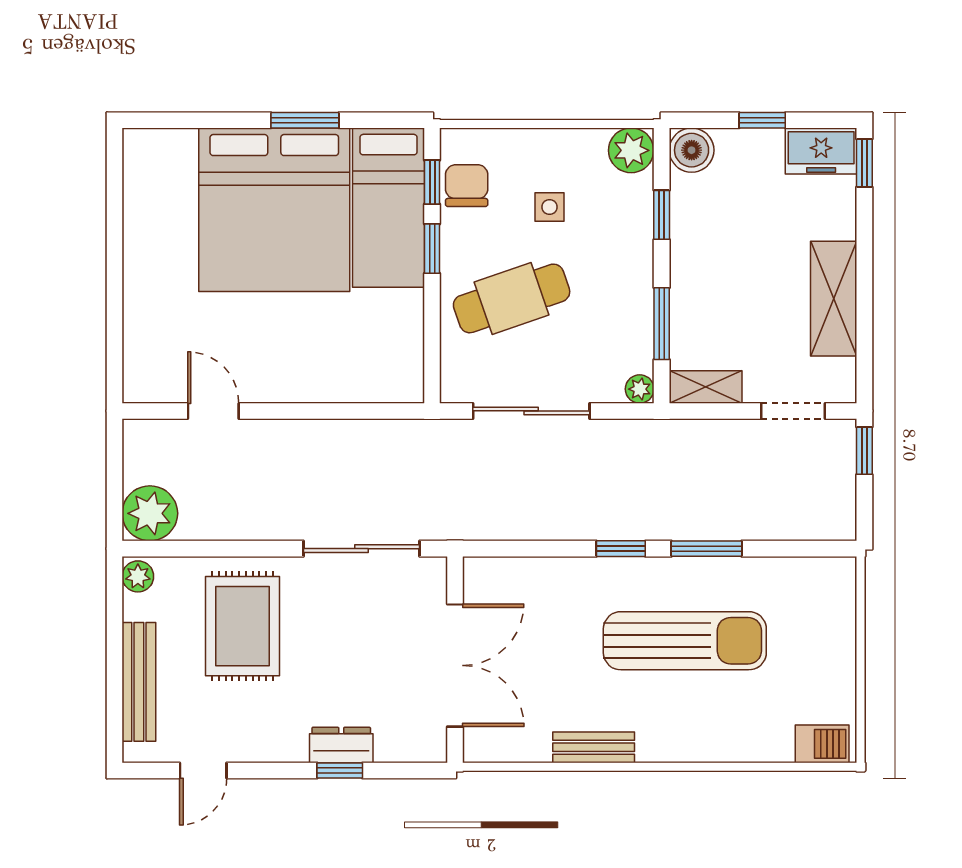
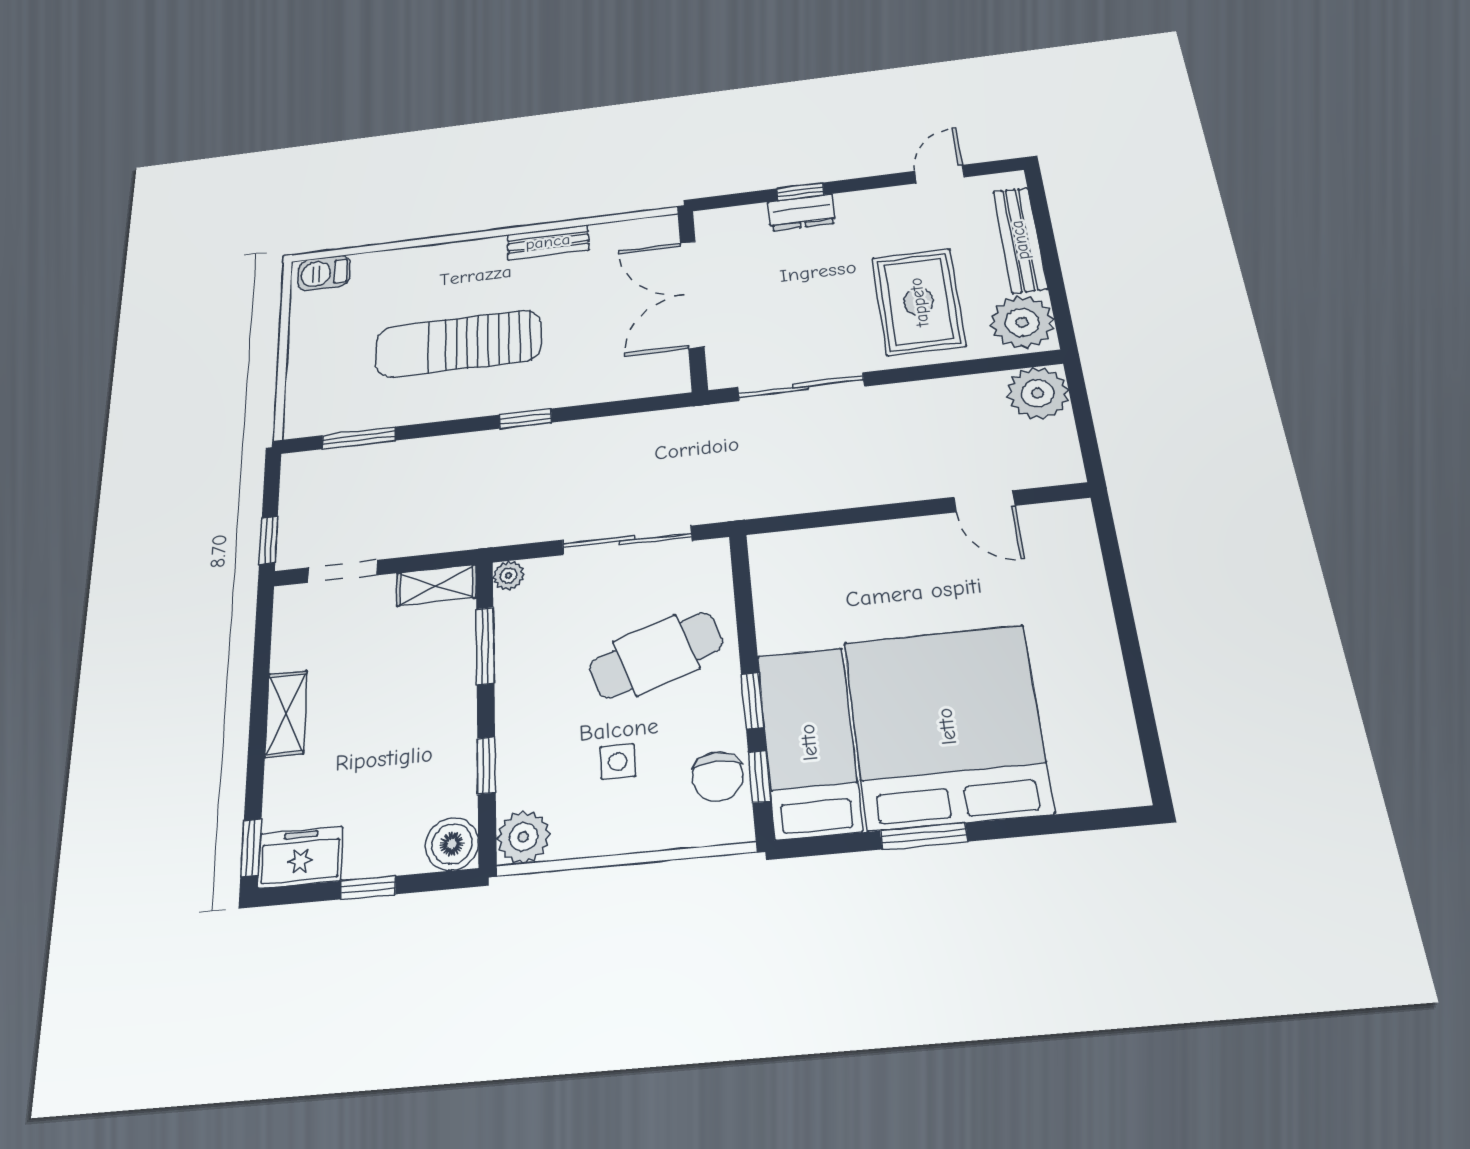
shelving: (834, 299) -> (286, 714), width x0.67, depth x0.75
window: (707, 549) -> (359, 438), moved
plant: (138, 576) -> (1022, 322), width x1.87, depth x1.87

